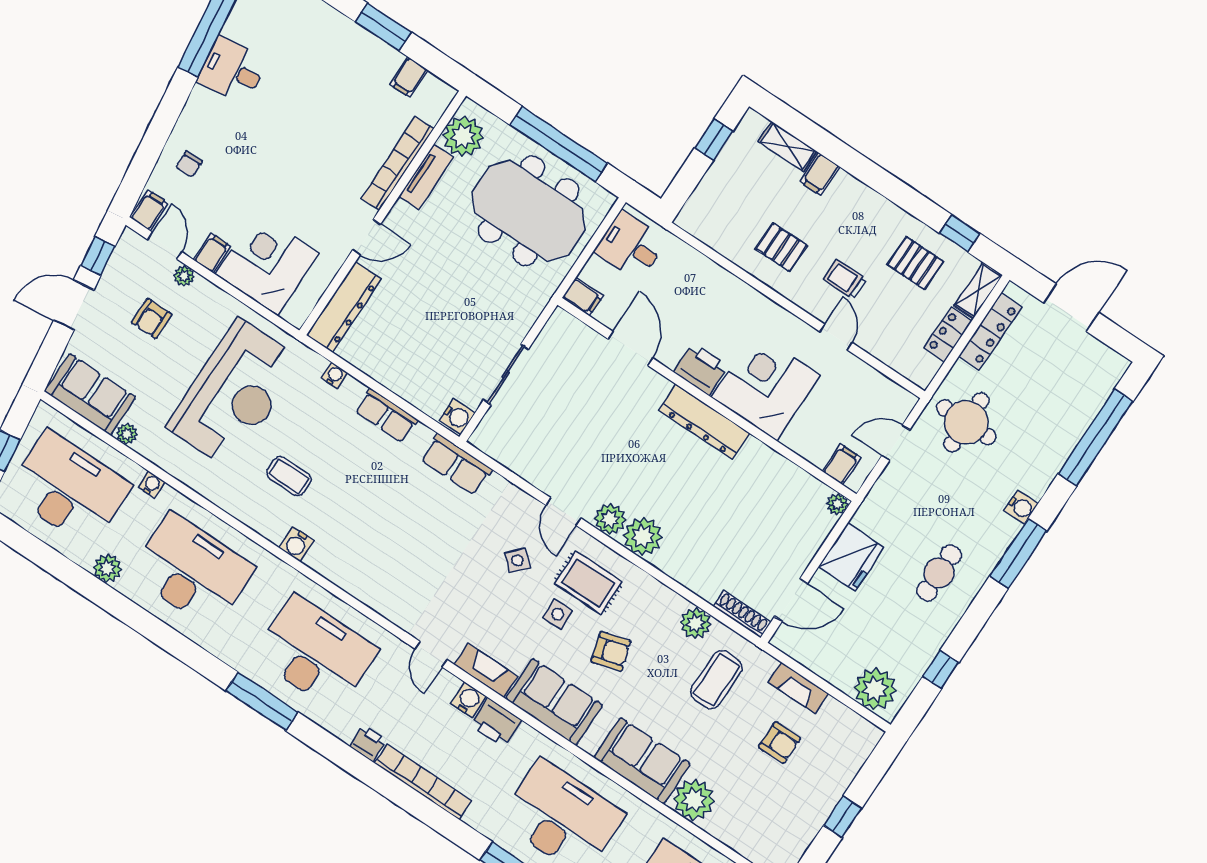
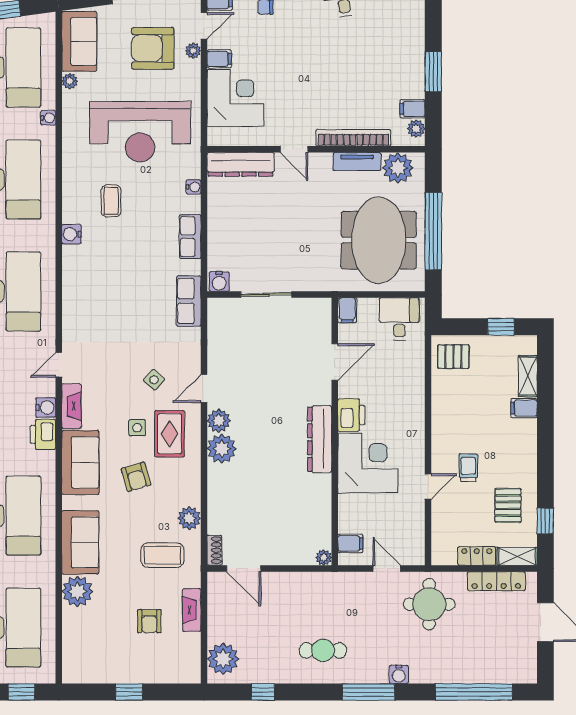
plant: (433, 88) -> (416, 129), added
pallet: (781, 247) -> (453, 357), moved, turned 90
armchair: (152, 318) -> (153, 48), width x1.88, depth x1.88
fridge: (851, 557) -> (296, 588), removed
shoe rack: (742, 614) -> (214, 550), width x0.70

